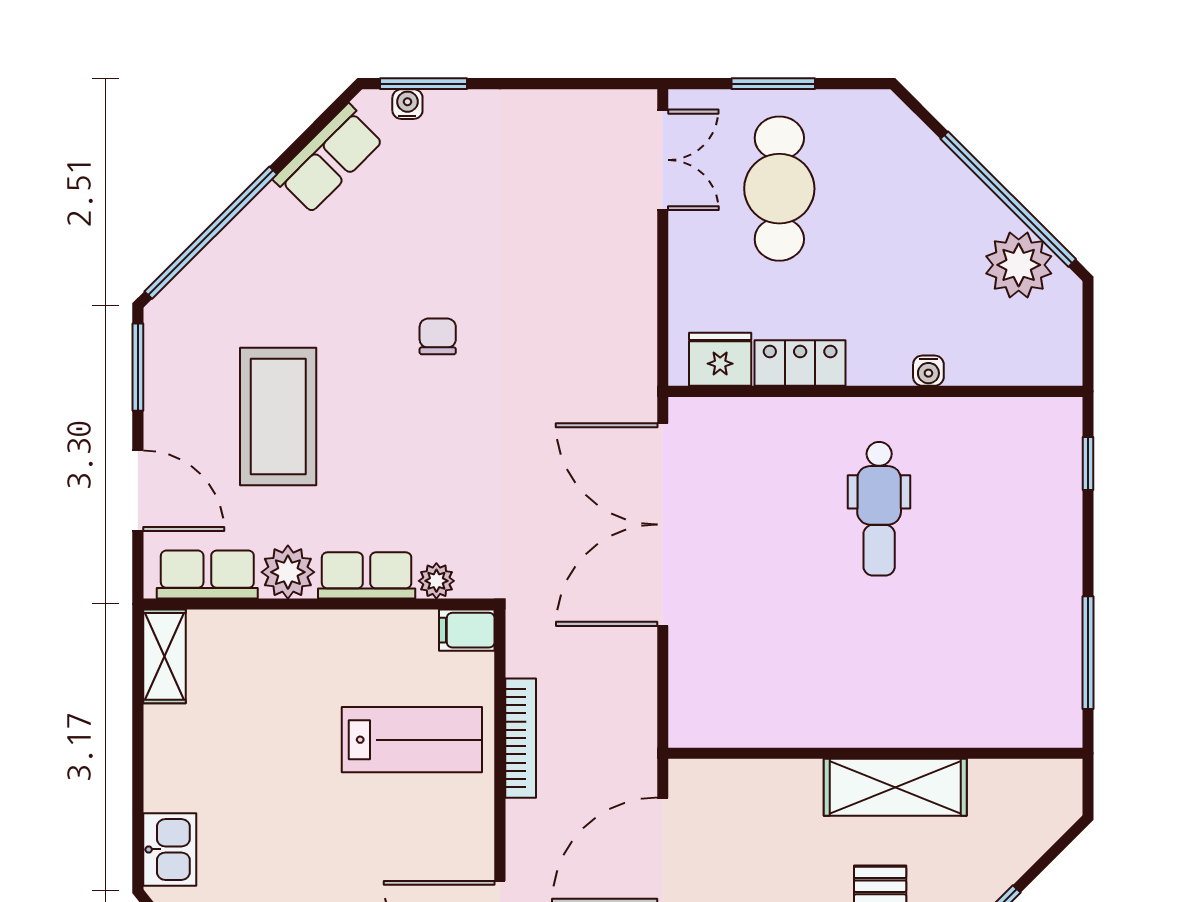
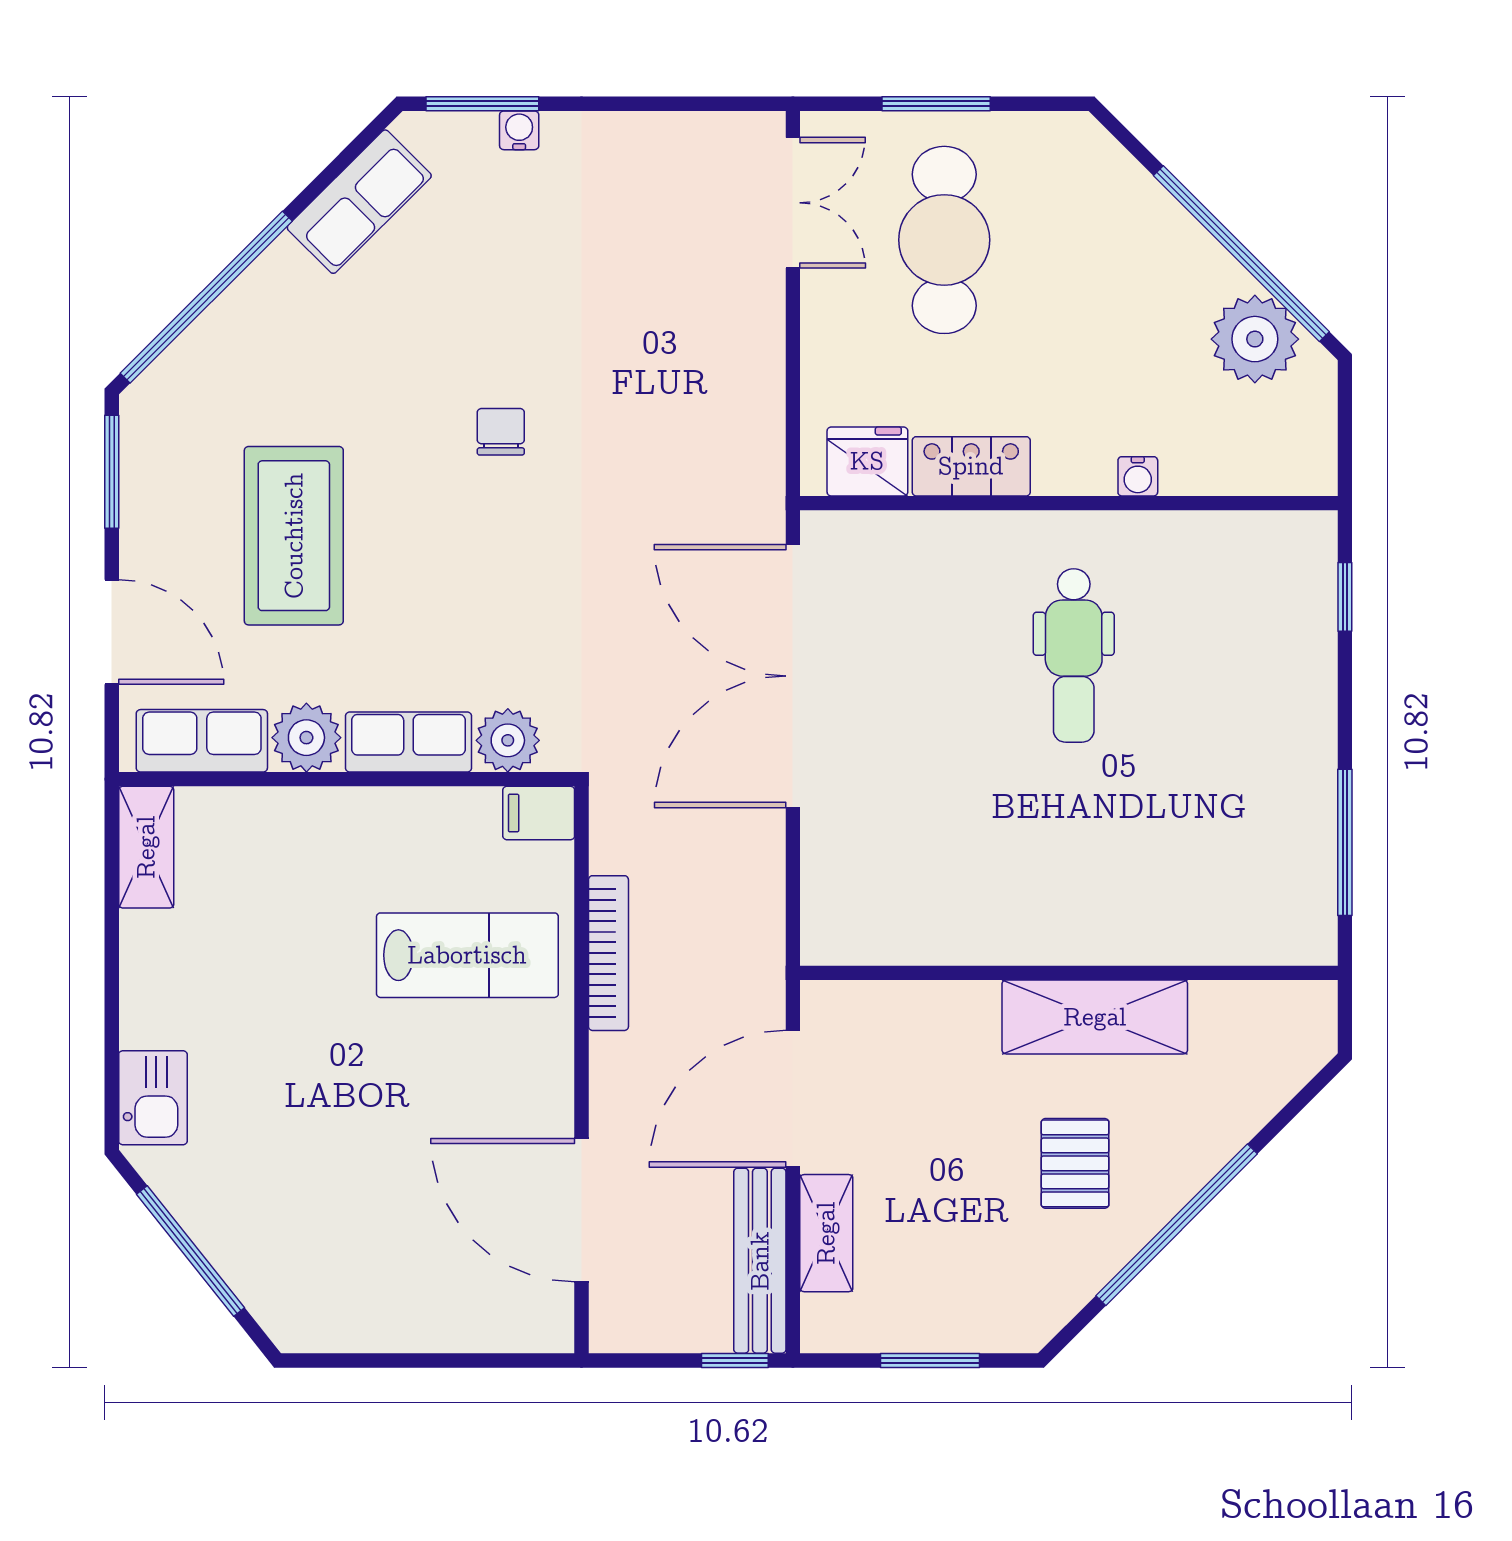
water cooler: (407, 104) -> (519, 130), moved
plant: (436, 581) -> (508, 740), width x1.38, depth x1.38

